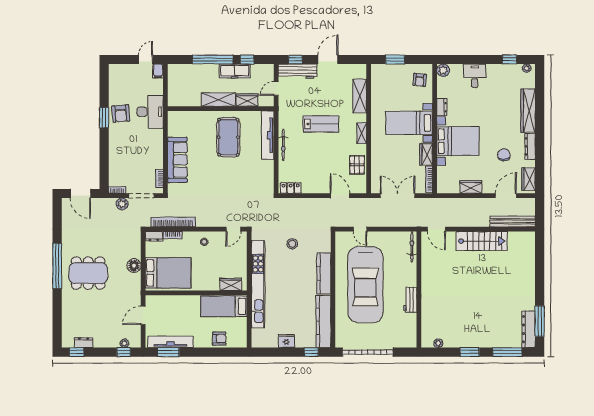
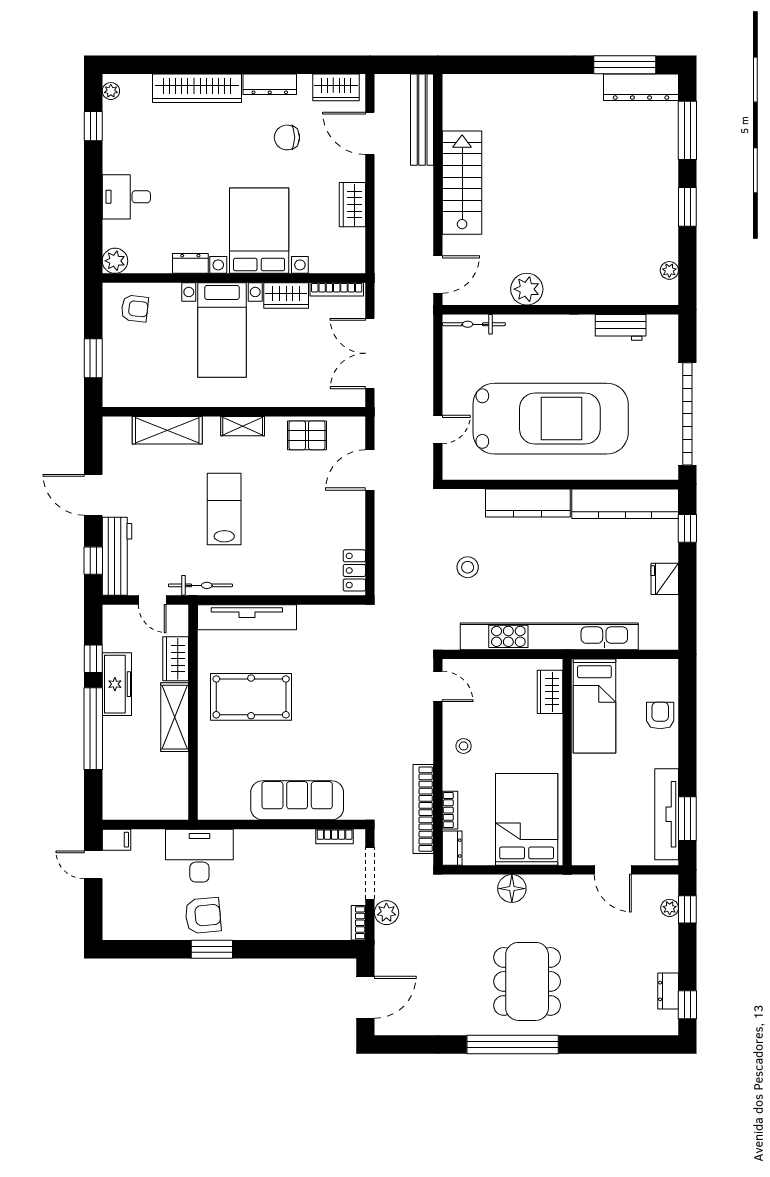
bicycle: (283, 145) -> (200, 585), moved
plant: (429, 273) -> (527, 289), added
workbench: (410, 300) -> (621, 327), moved

